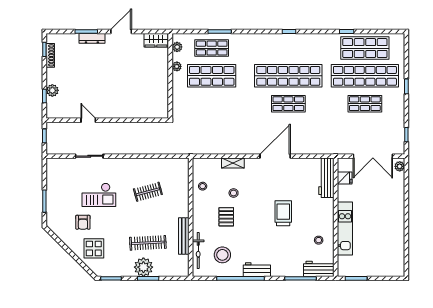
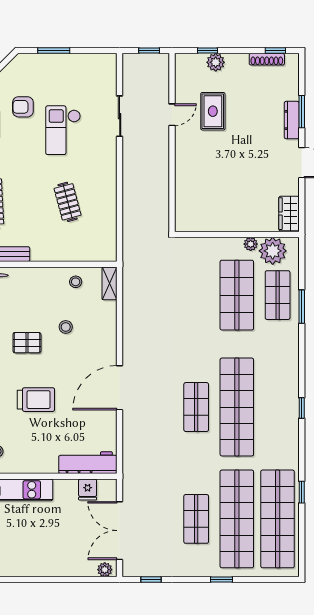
plant: (177, 47) -> (273, 251), width x1.88, depth x1.88
shop shelf: (365, 48) -> (278, 519), width x1.40
rug: (86, 92) -> (213, 111), added
door: (275, 156) -> (120, 388), swing flipped
shelving: (233, 163) -> (109, 283), moved
pallet: (226, 217) -> (27, 343), moved

